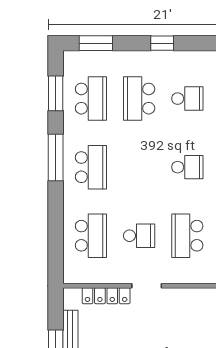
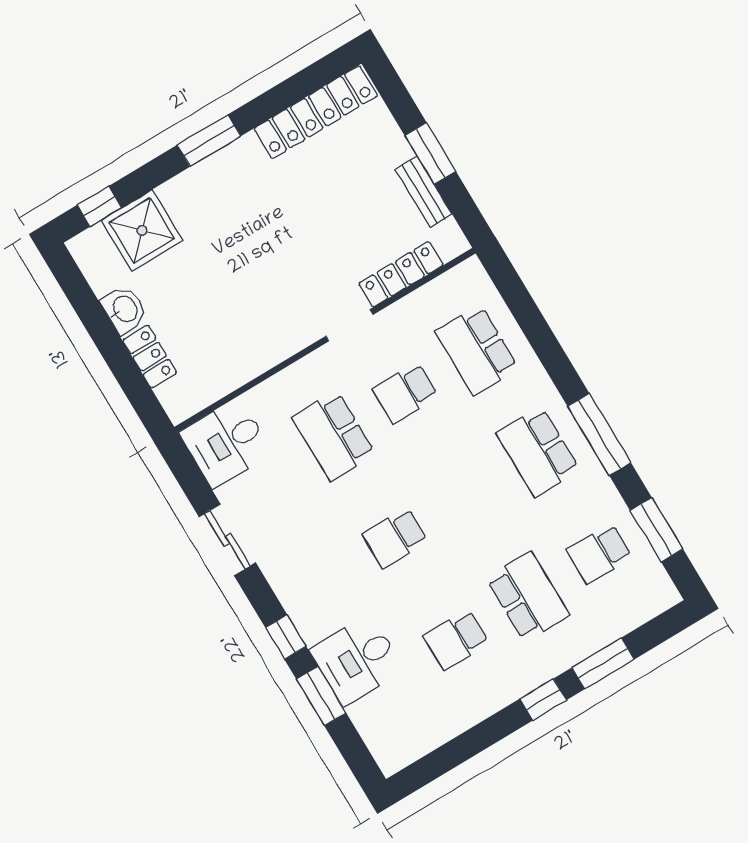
window: (96, 43) -> (603, 663), moved
school desk: (91, 99) -> (599, 554), width x0.54
school desk: (187, 236) -> (334, 436), turned 180

